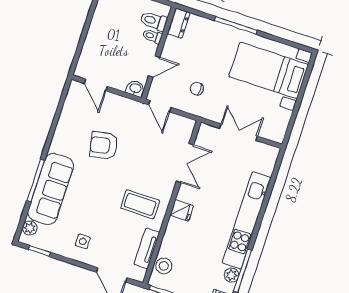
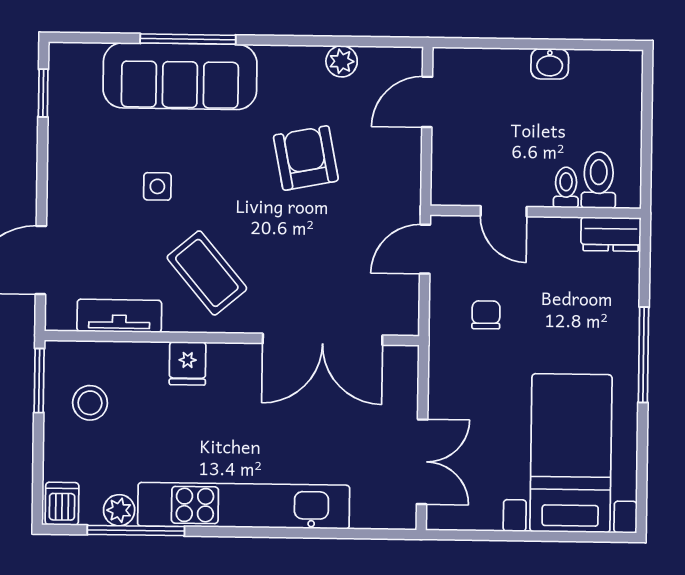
washbasin: (135, 89) -> (550, 64), moved, turned 90
double door: (239, 132) -> (422, 462), moved
double door: (185, 163) -> (323, 339), width x1.37
coffee table: (140, 204) -> (207, 273), turned -40
fridge: (182, 210) -> (188, 363), moved
plant: (30, 228) -> (342, 61), moved
side table: (83, 241) -> (157, 186), moved
stool: (164, 266) -> (90, 403), moved

